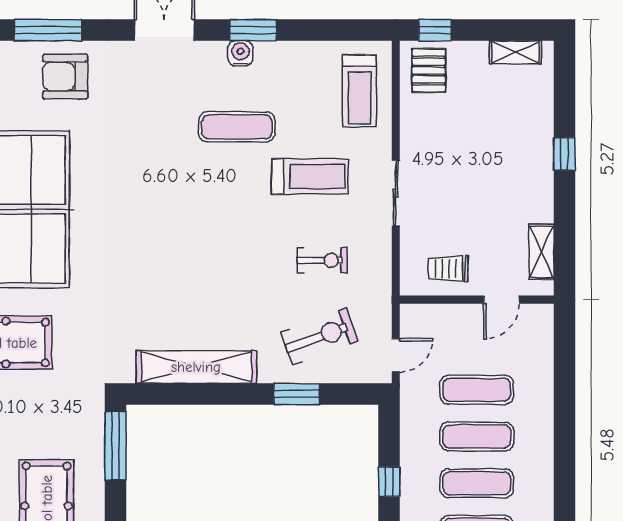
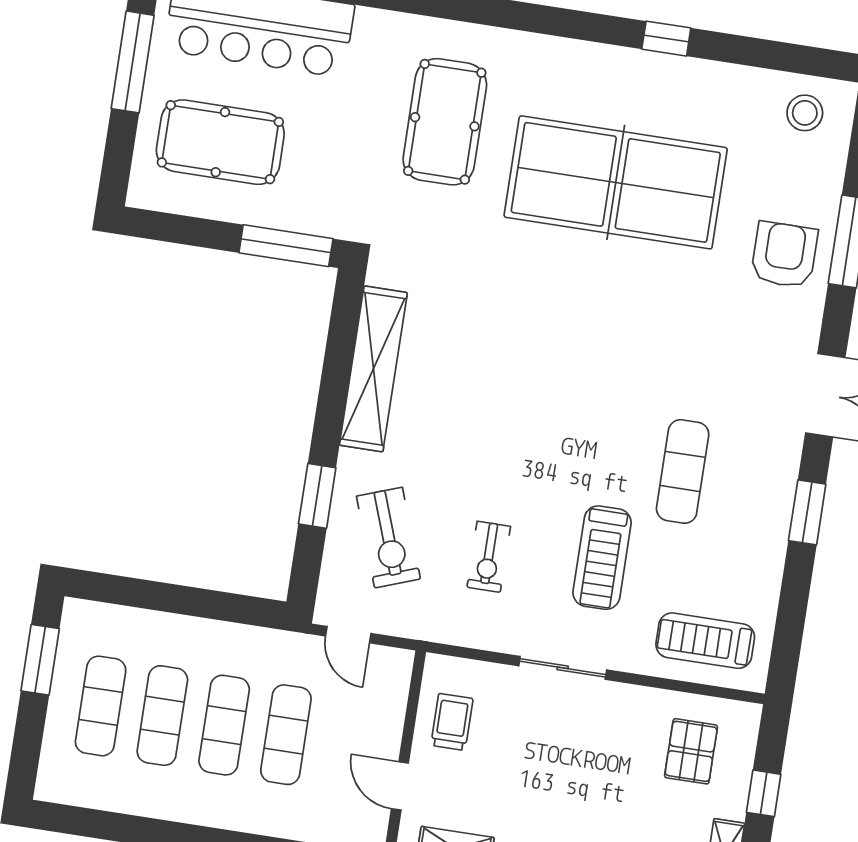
window: (435, 30) -> (764, 793), moved
water cooler: (240, 53) -> (779, 491), removed
pallet: (429, 70) -> (691, 751), moved, turned 90
window: (389, 482) -> (182, 600), removed

